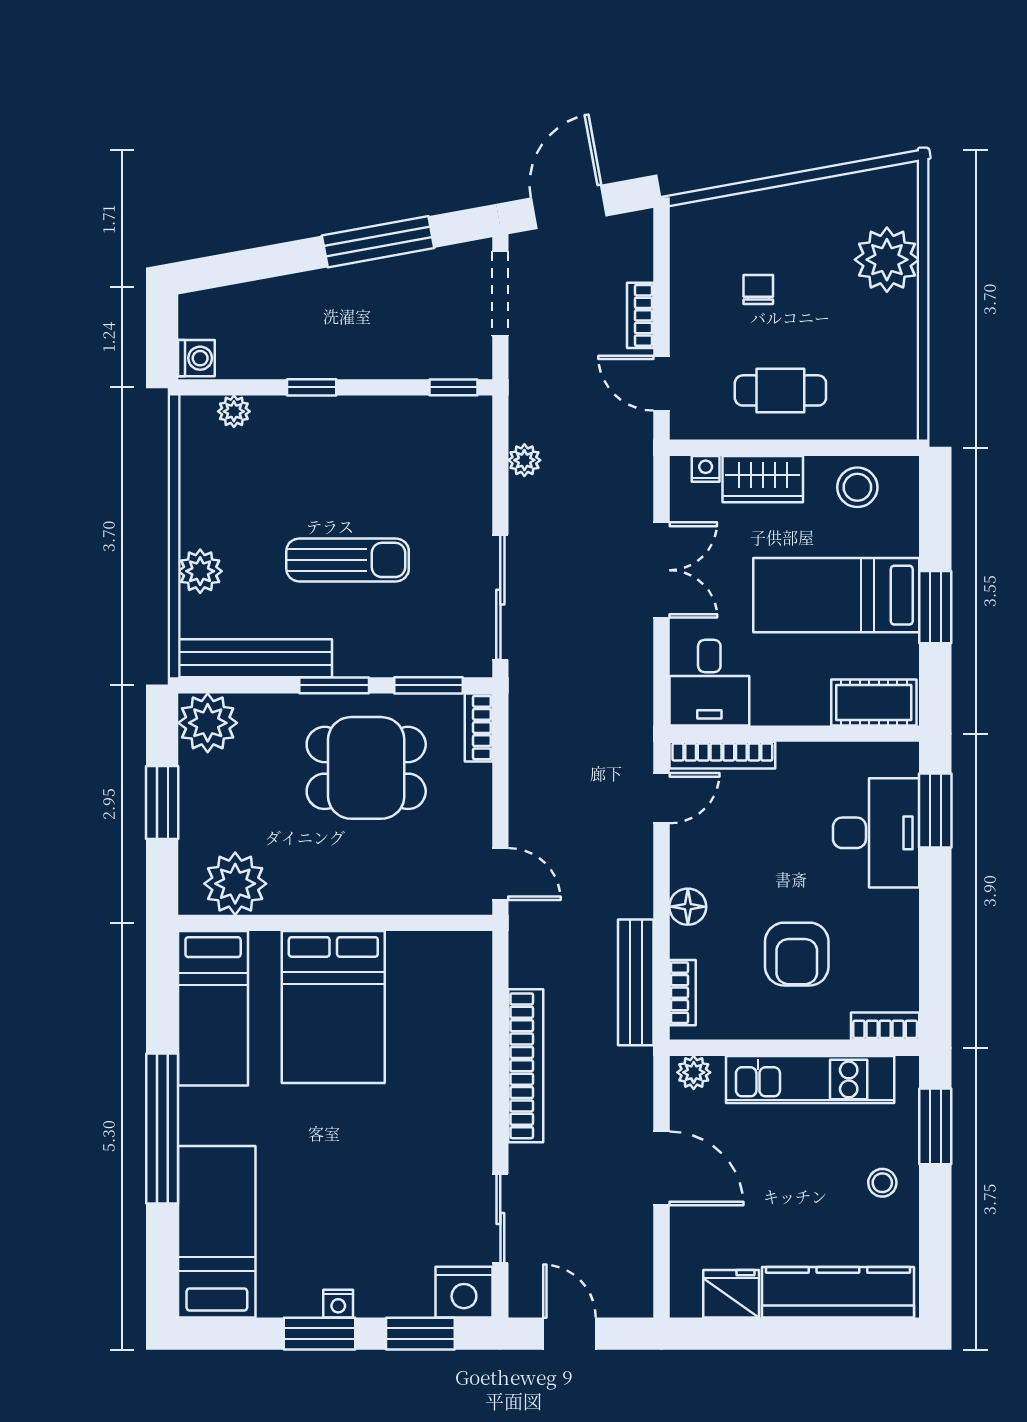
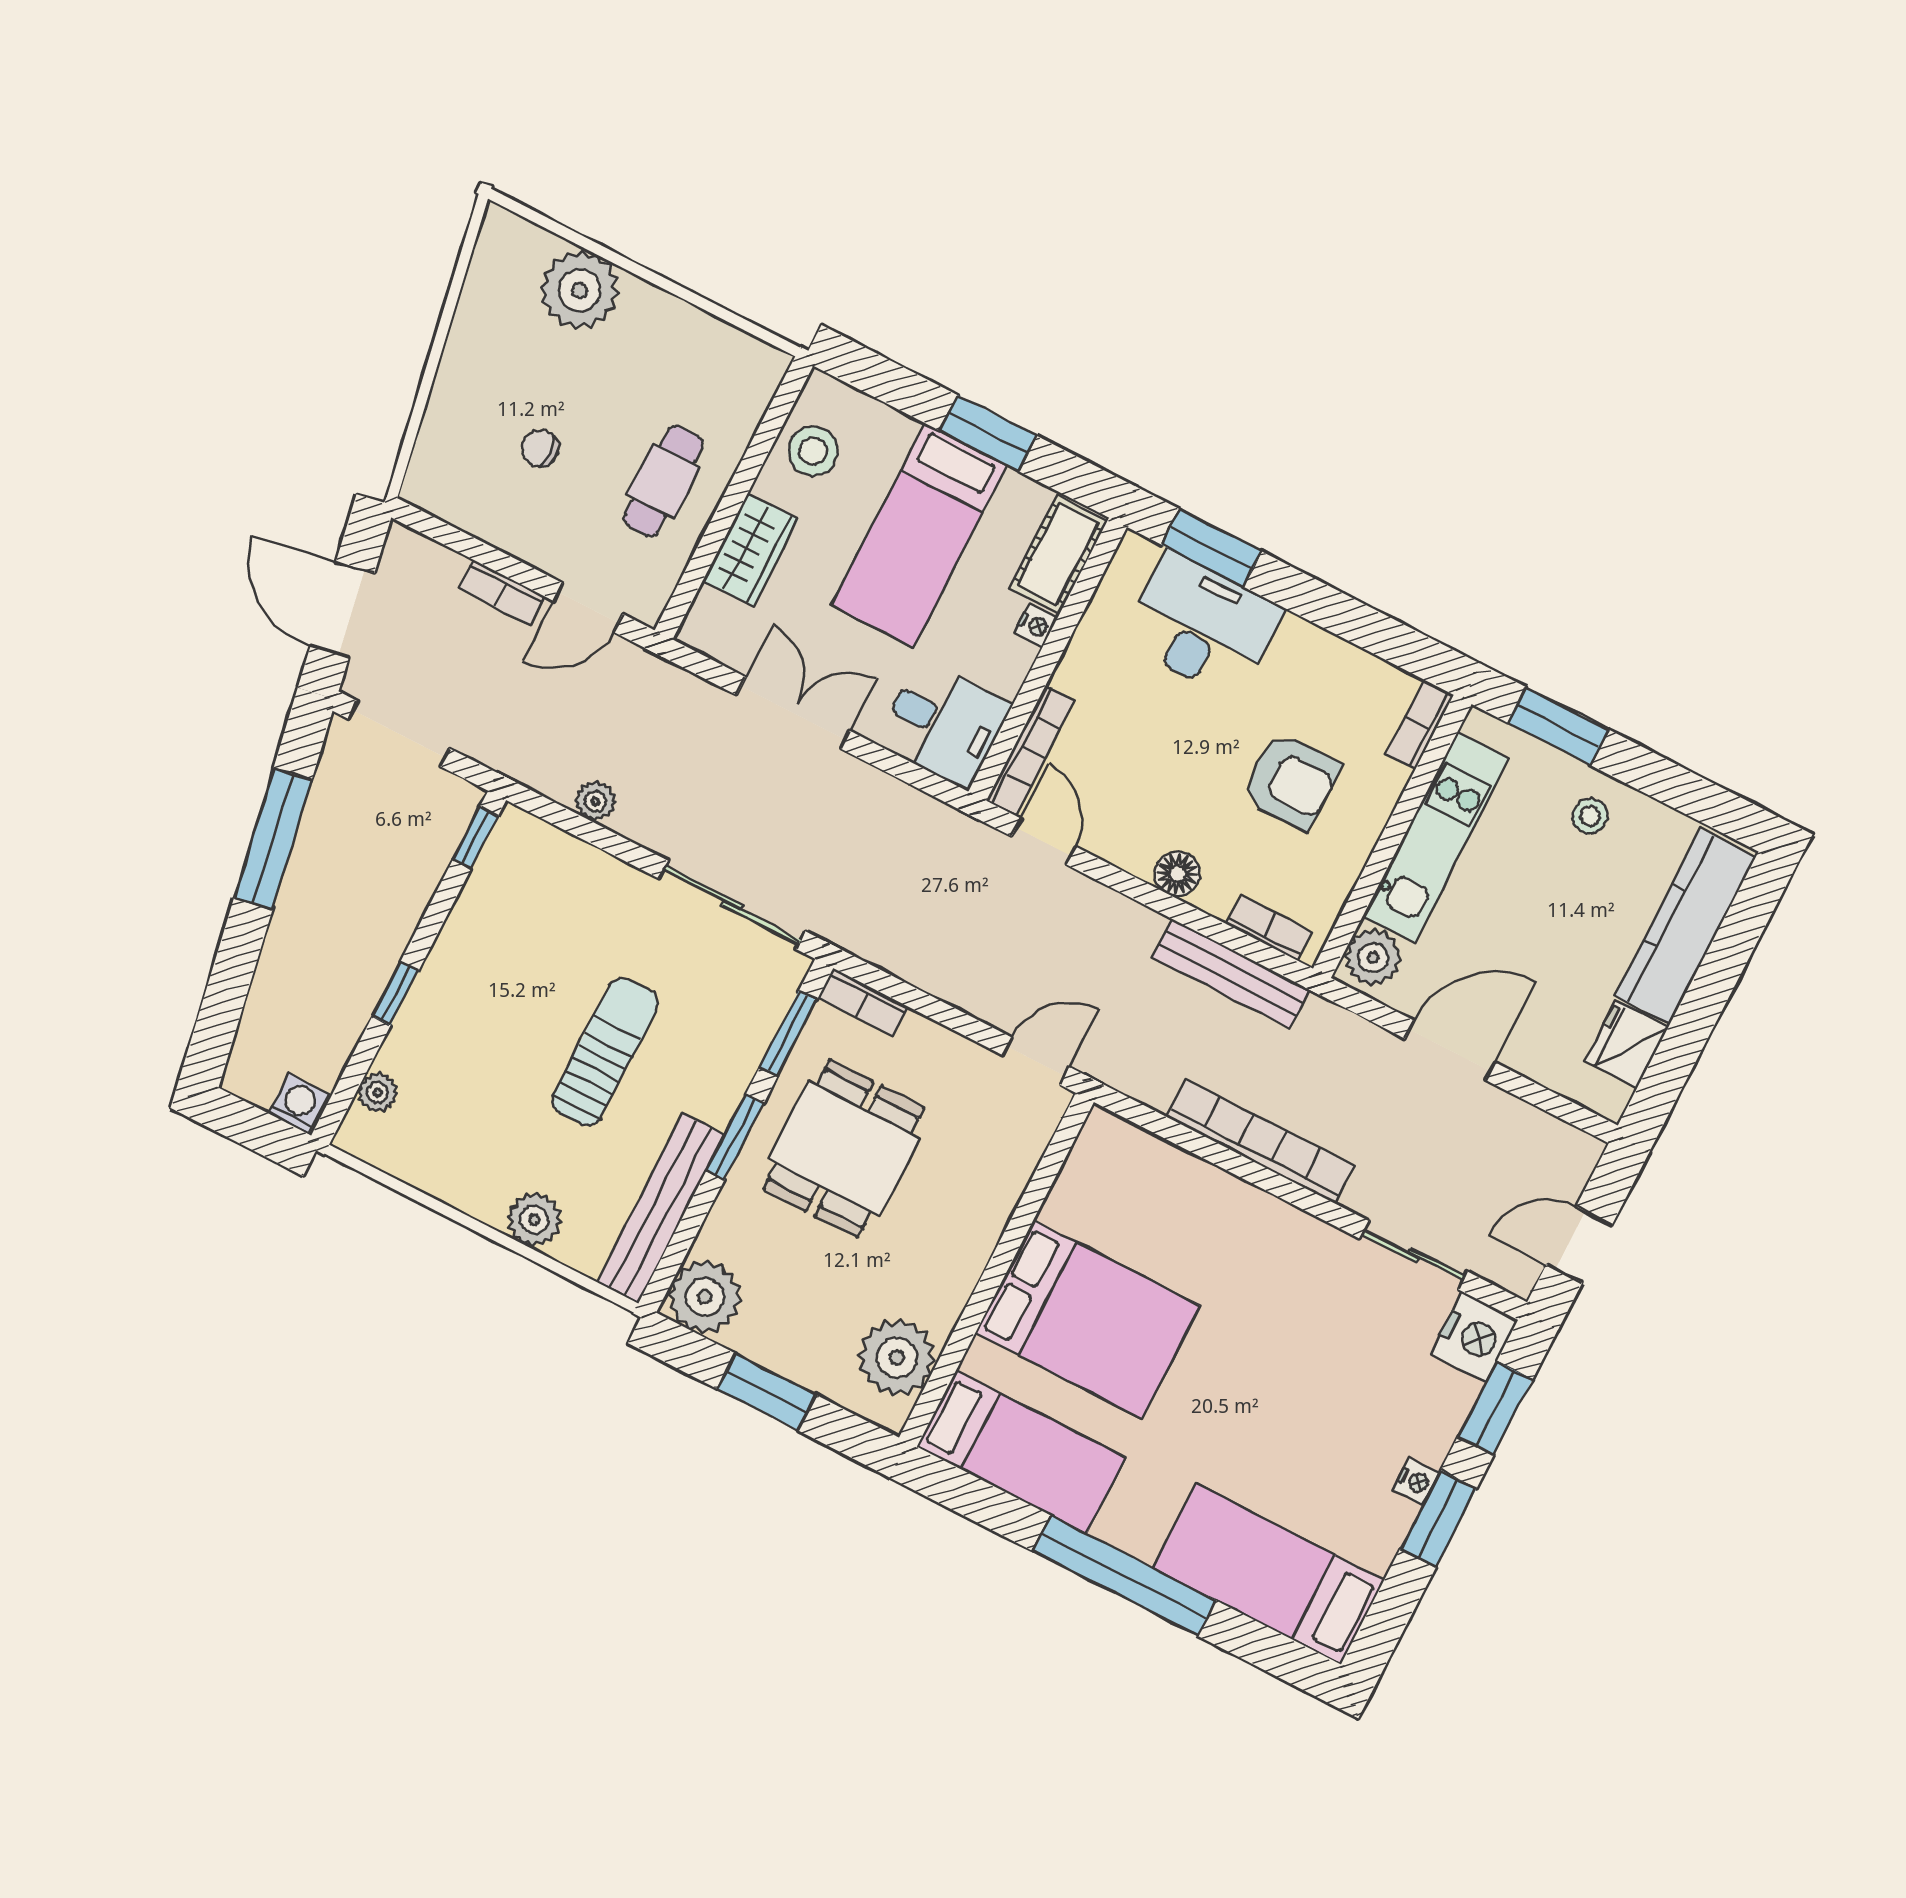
nightstand: (706, 469) -> (1036, 625), moved, turned 180
plant: (694, 1072) -> (1373, 957), width x1.38, depth x1.38

